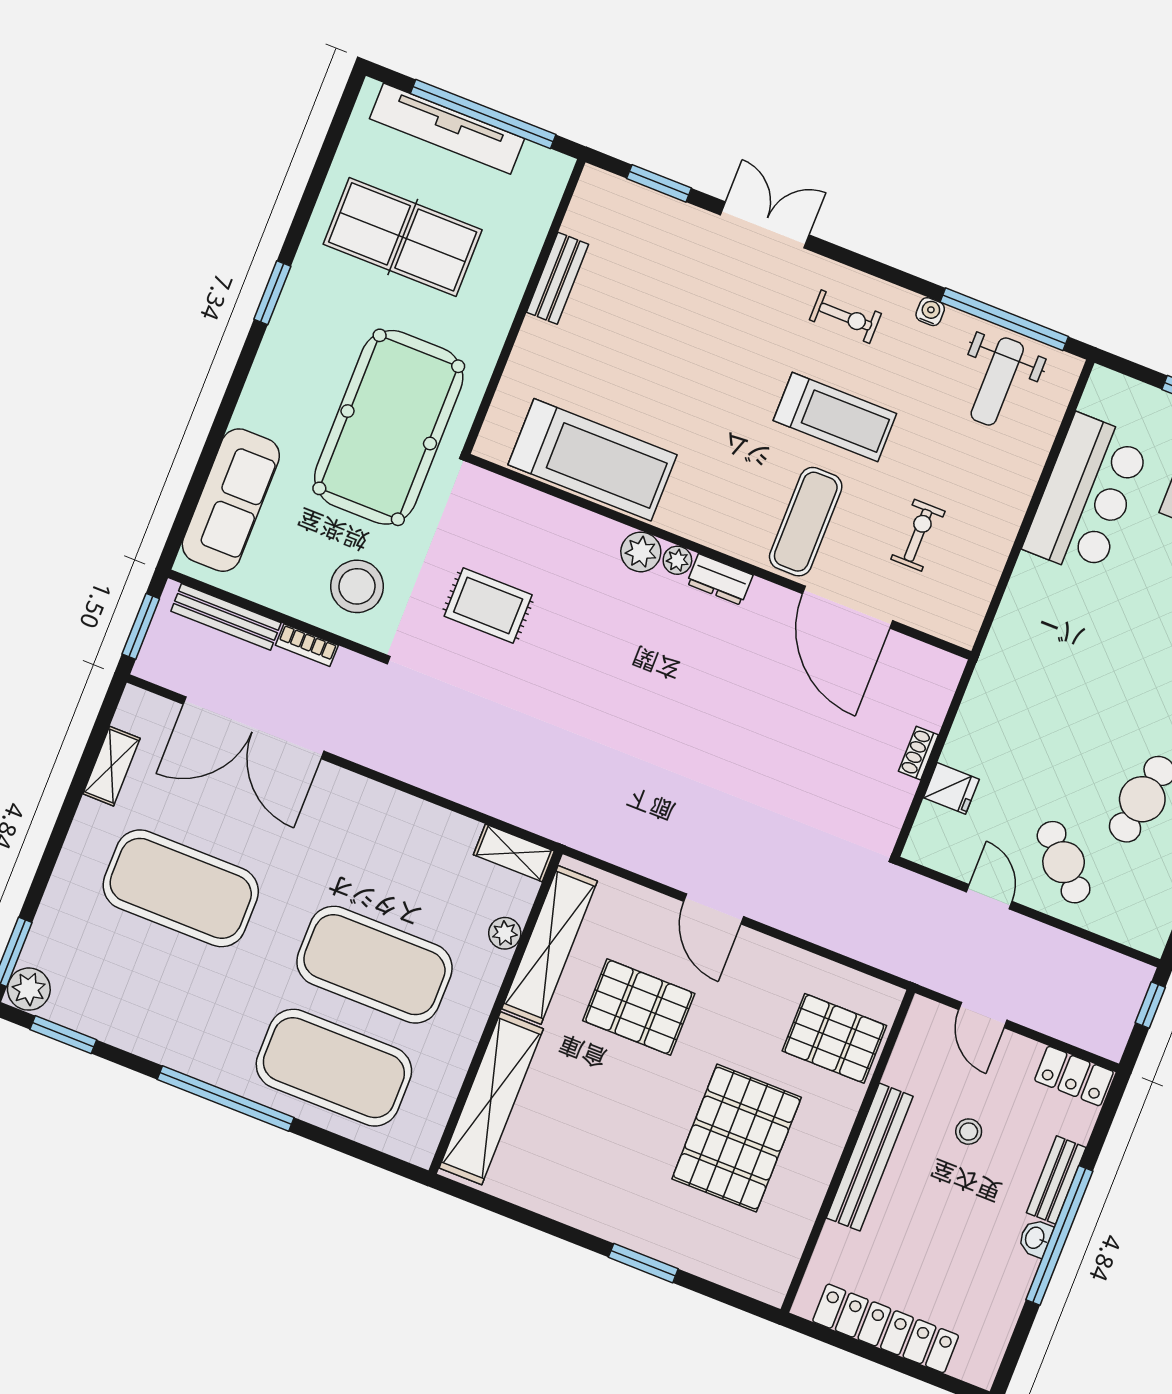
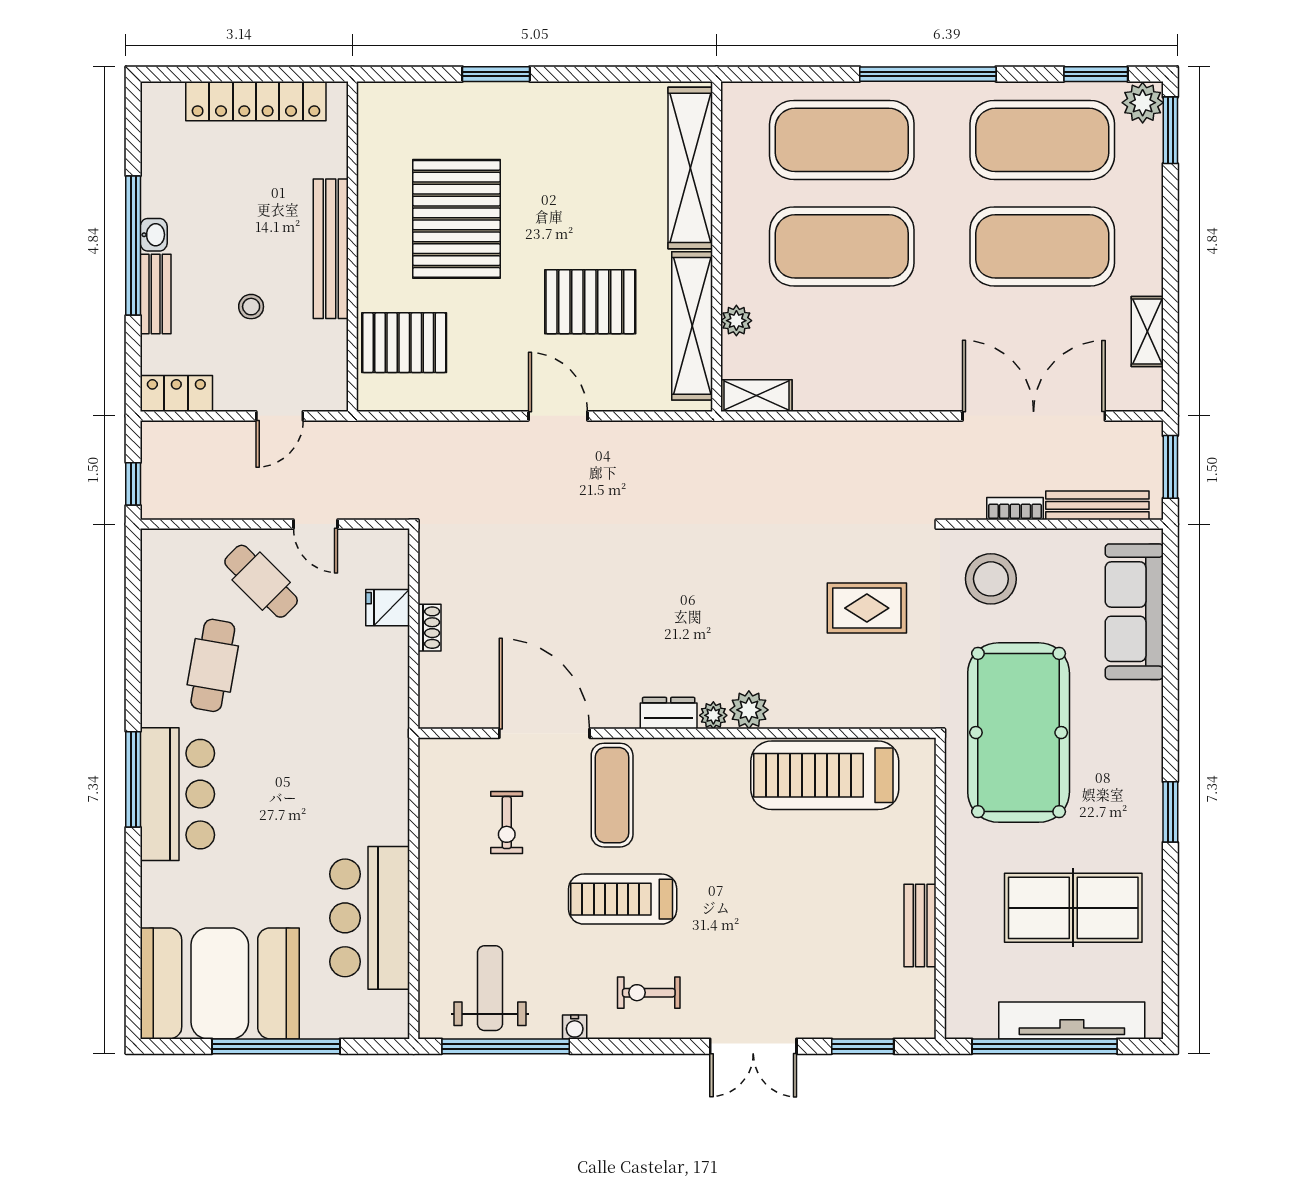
exercise mat: (140, 991) -> (1042, 140), added
door: (983, 1015) -> (280, 416), swing flipped

